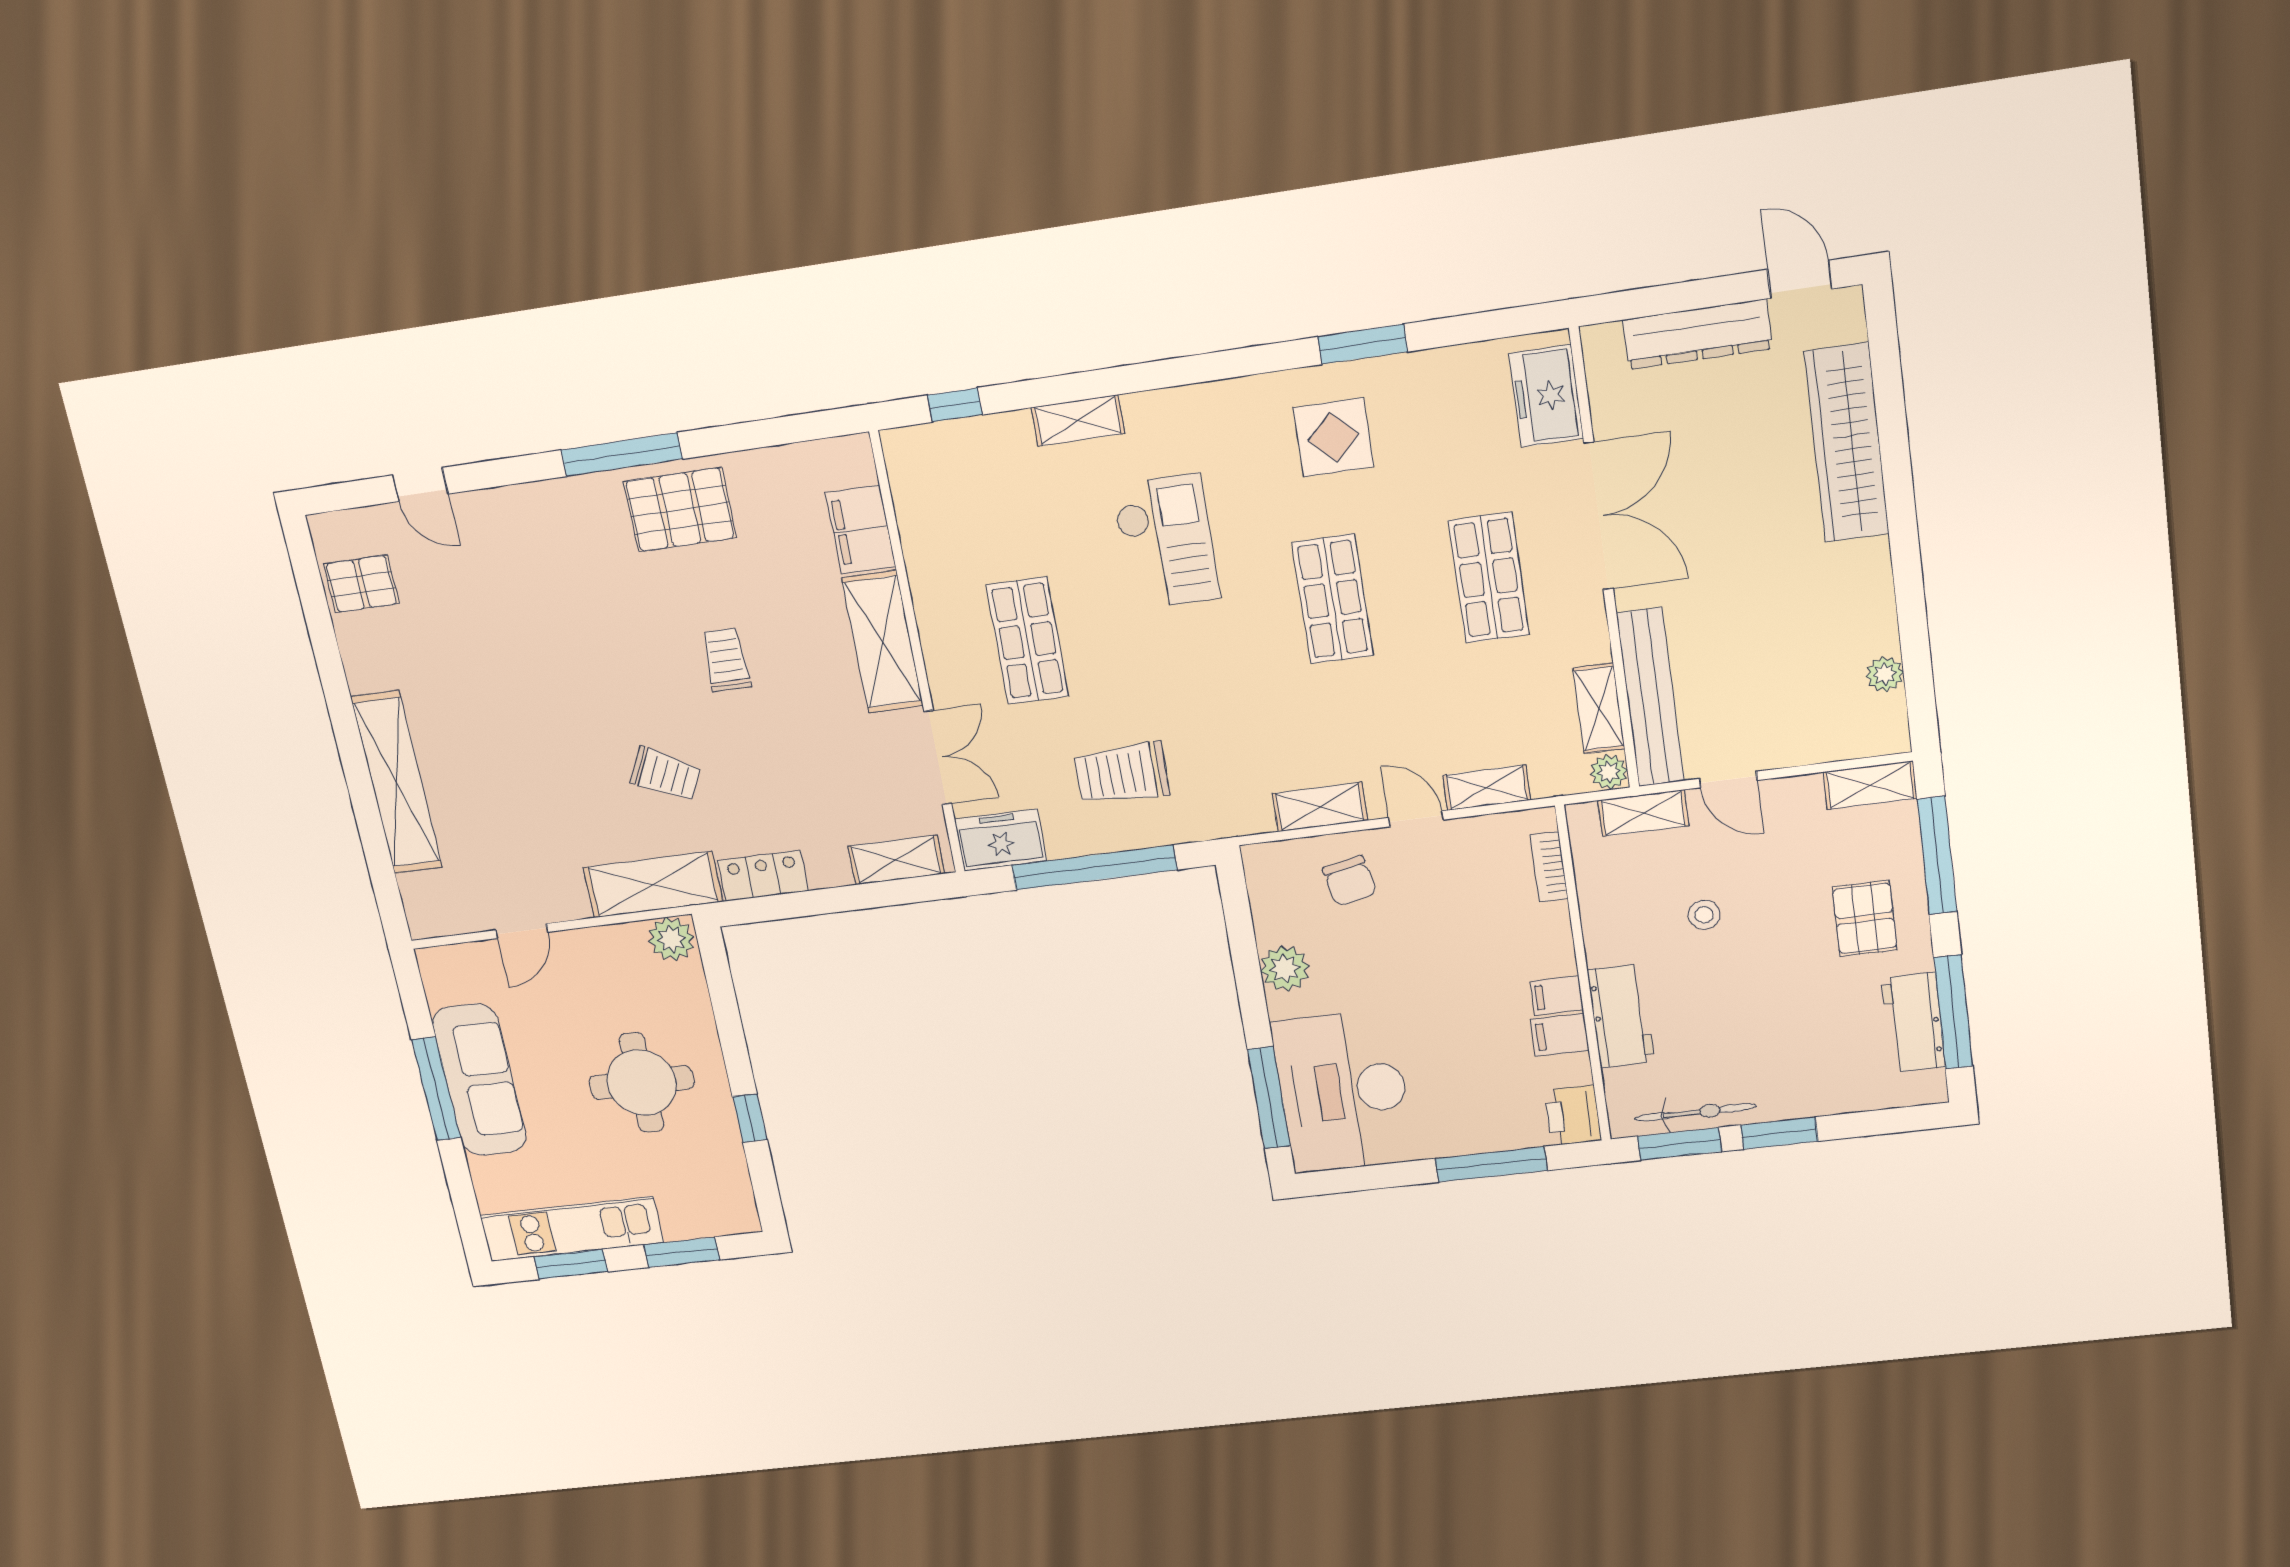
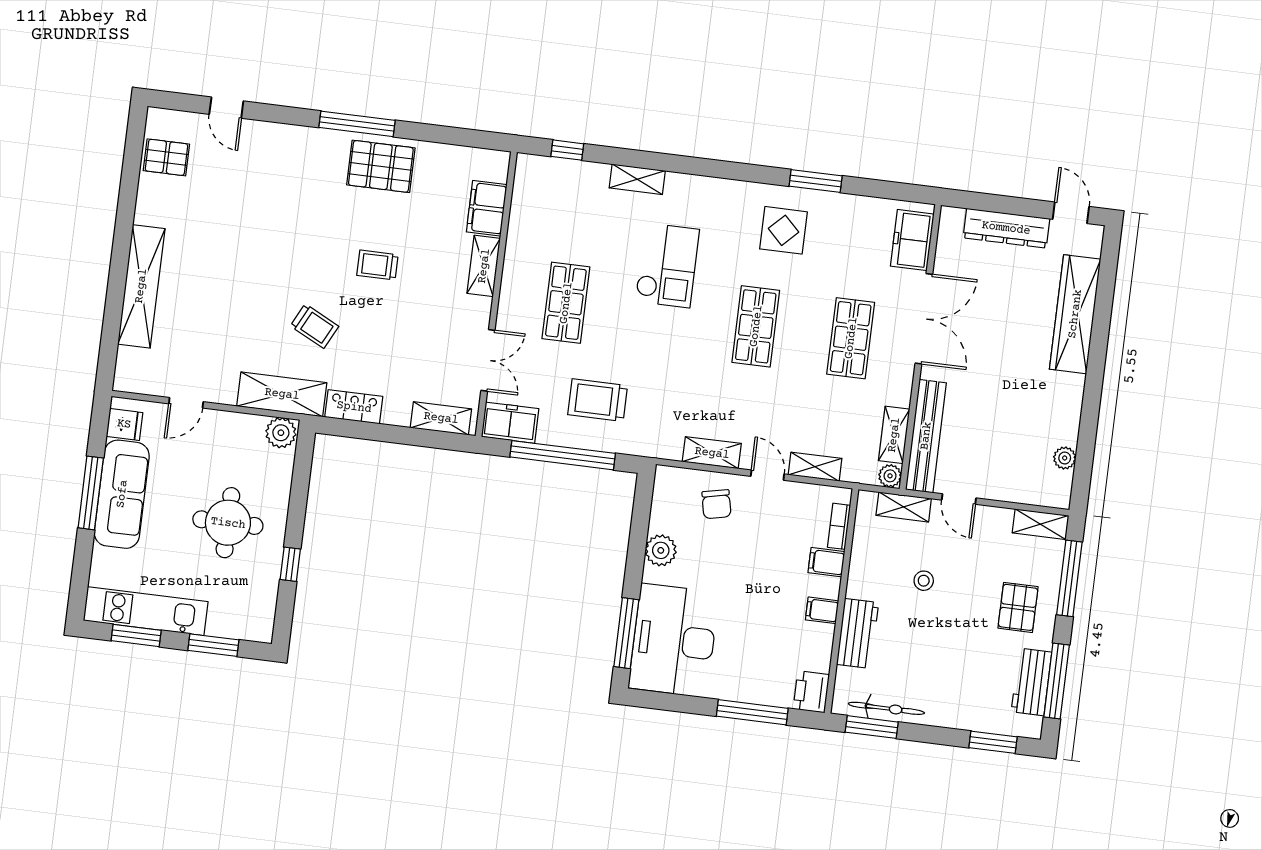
shelving: (883, 642) -> (484, 266), width x0.67, depth x0.75
trolley: (726, 660) -> (377, 265), turned -90
fridge: (447, 983) -> (124, 424), added
filing cabinet: (1560, 1035) -> (826, 562), moved
window: (1779, 1133) -> (993, 742), moved

